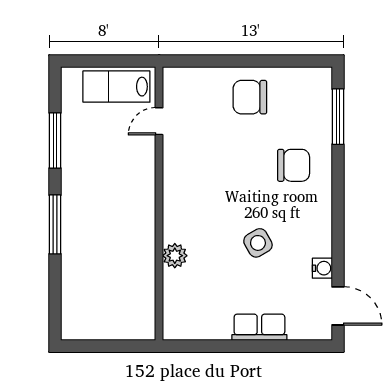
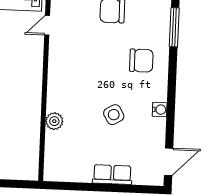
water cooler: (322, 268) -> (160, 110), moved
door: (338, 306) -> (169, 162), hinge flipped

